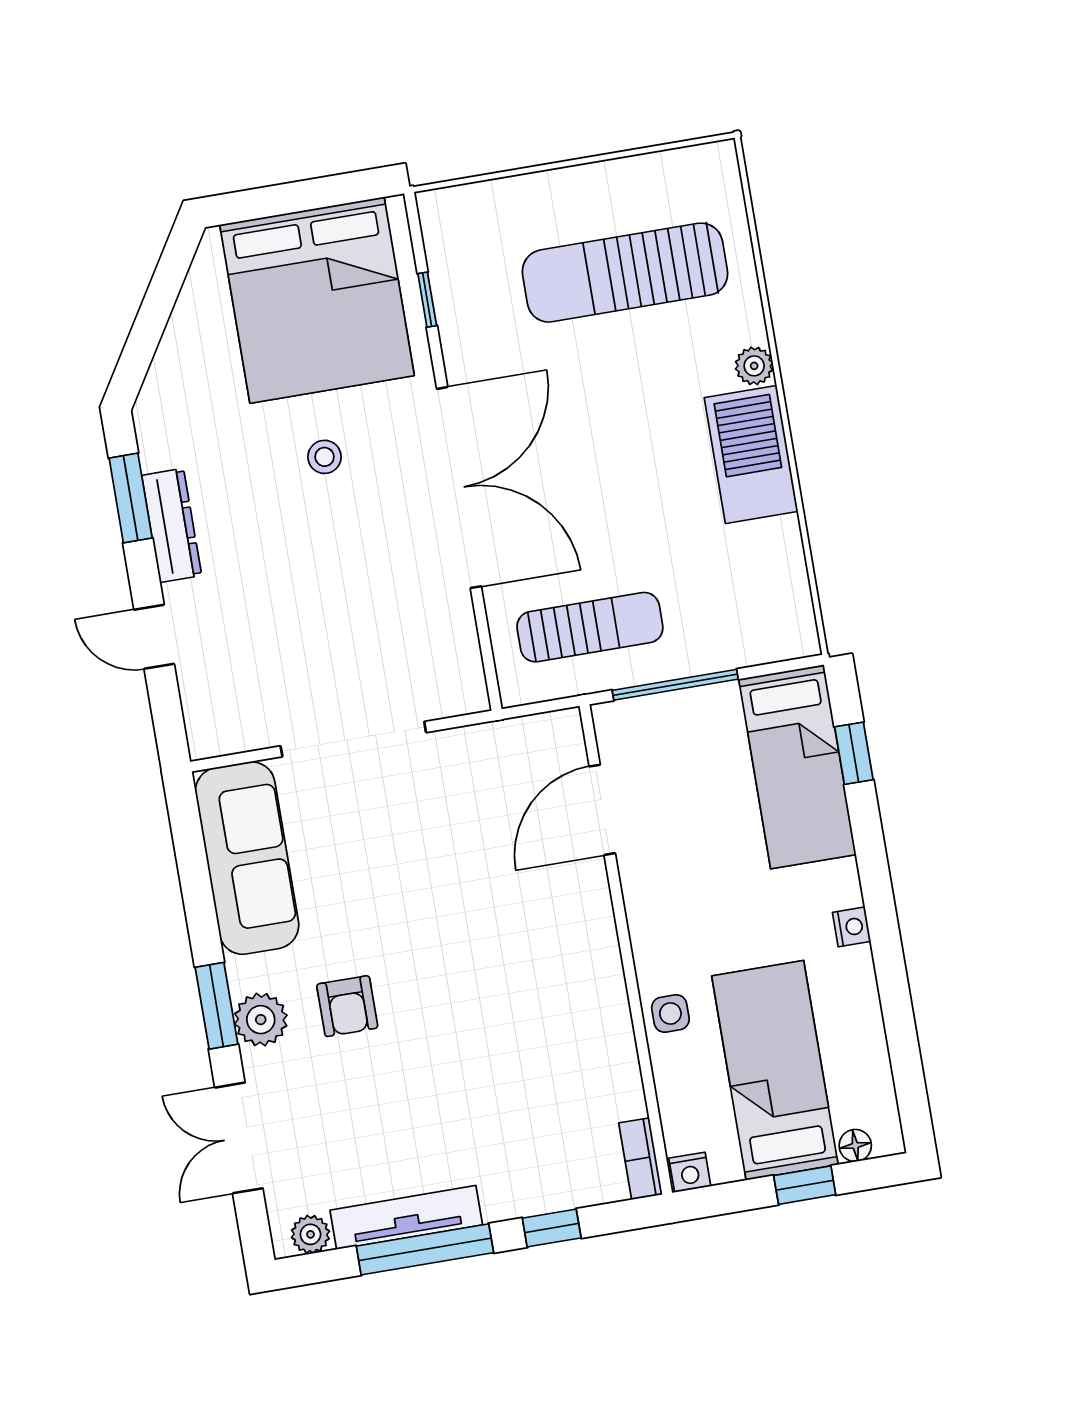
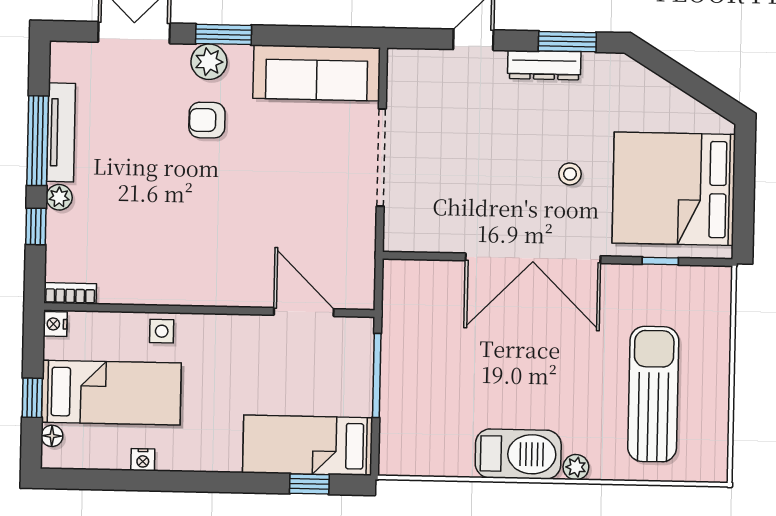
sun lounger: (590, 627) -> (425, 327), removed
nightstand: (852, 927) -> (143, 460), moved
plant: (310, 1234) -> (59, 197), moved

